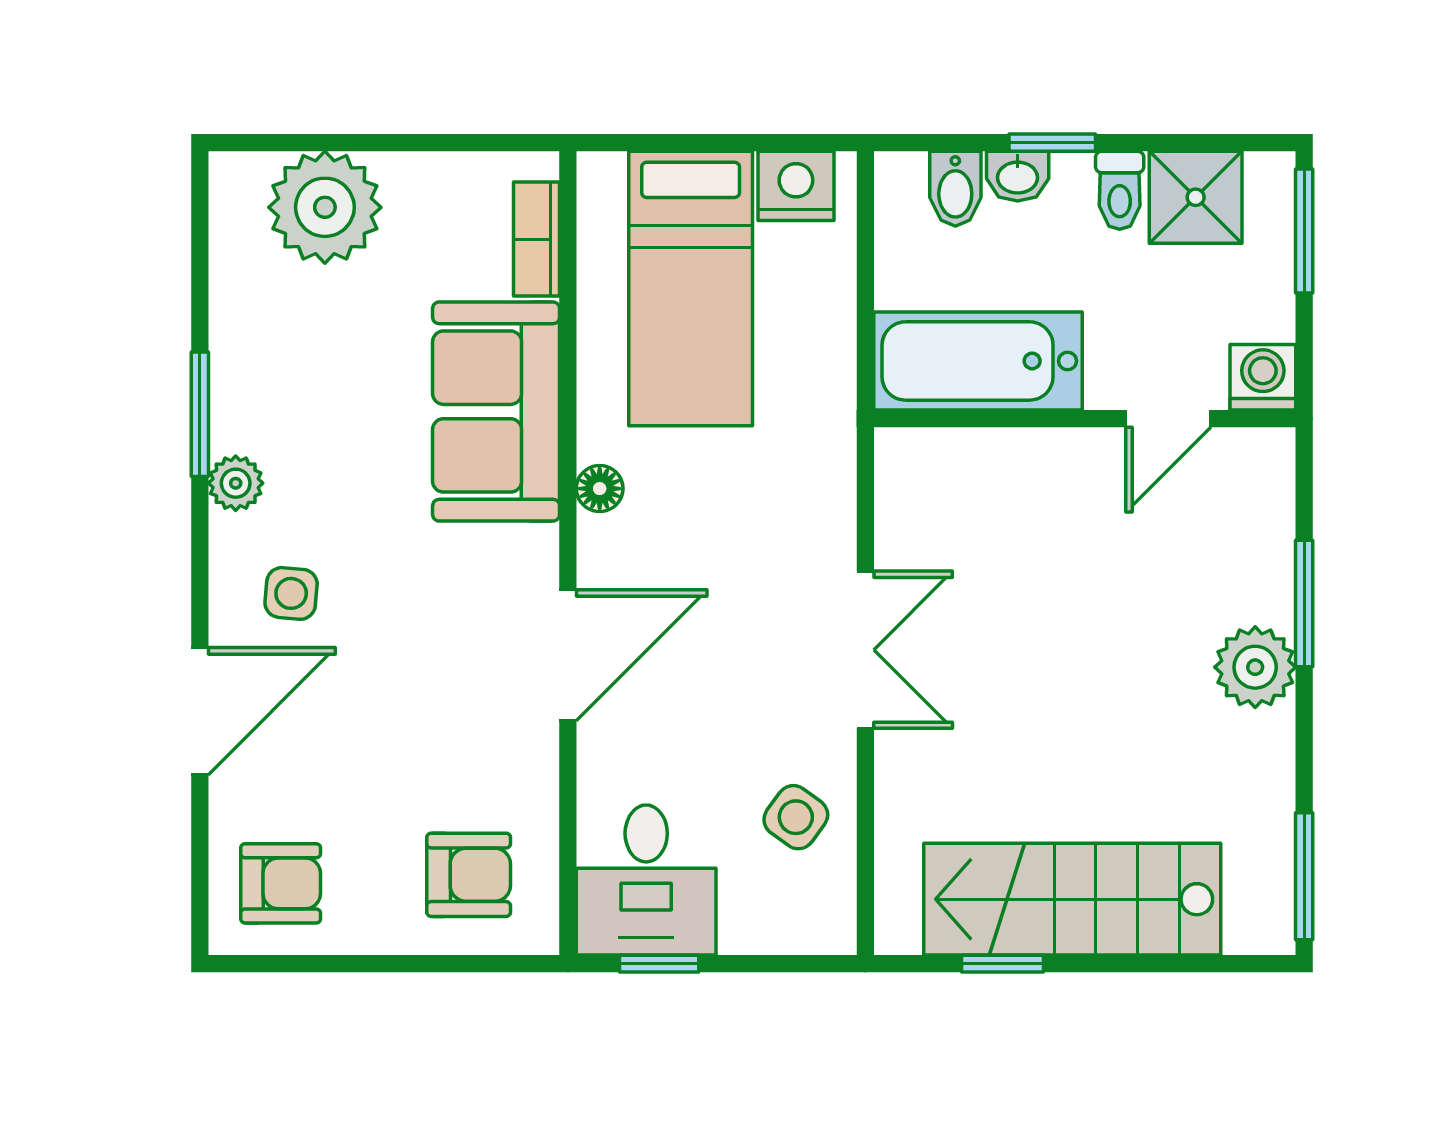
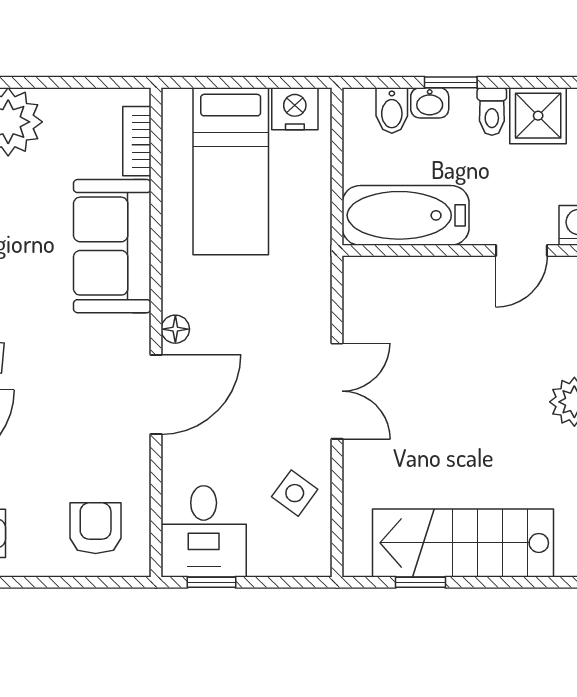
floor lamp: (600, 489) -> (175, 329), moved
armchair: (469, 875) -> (96, 528), turned -90

